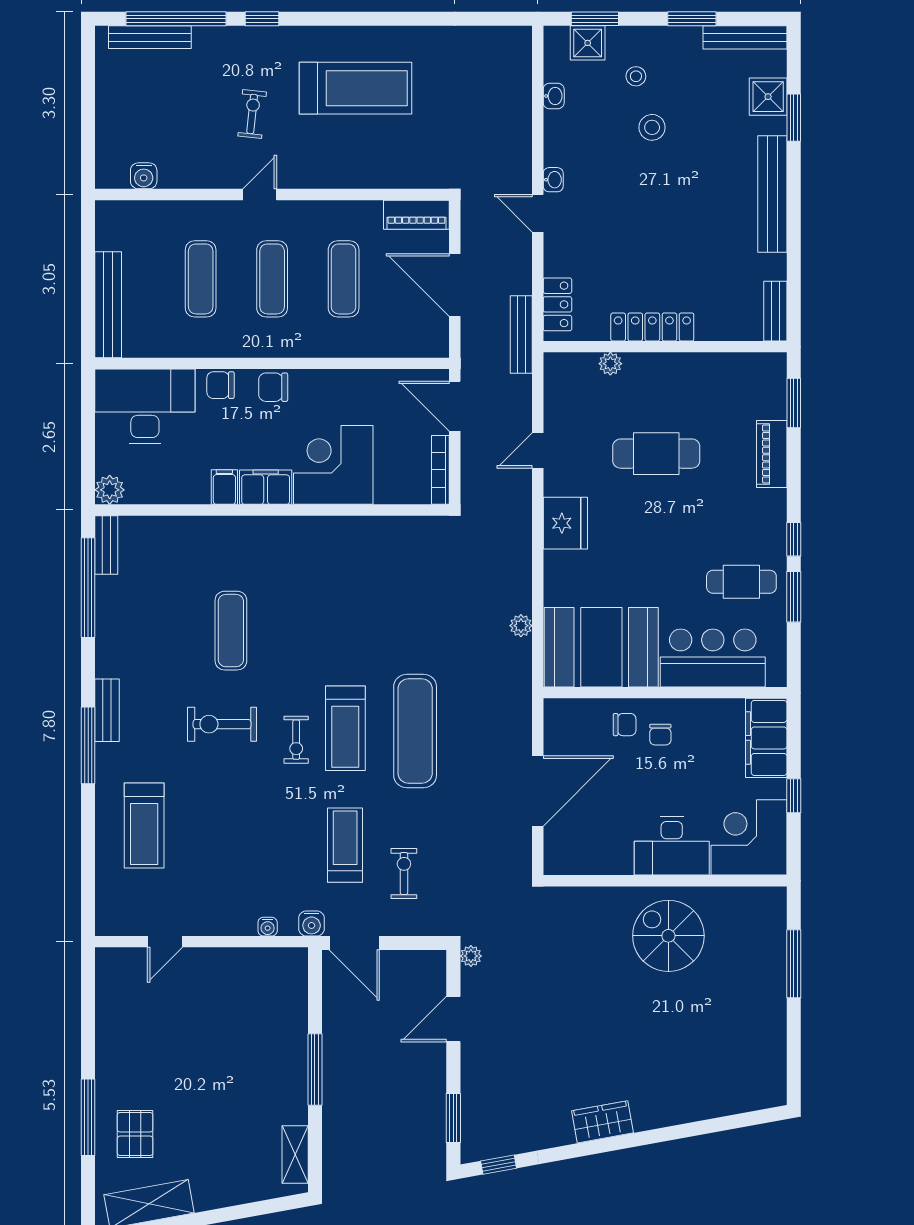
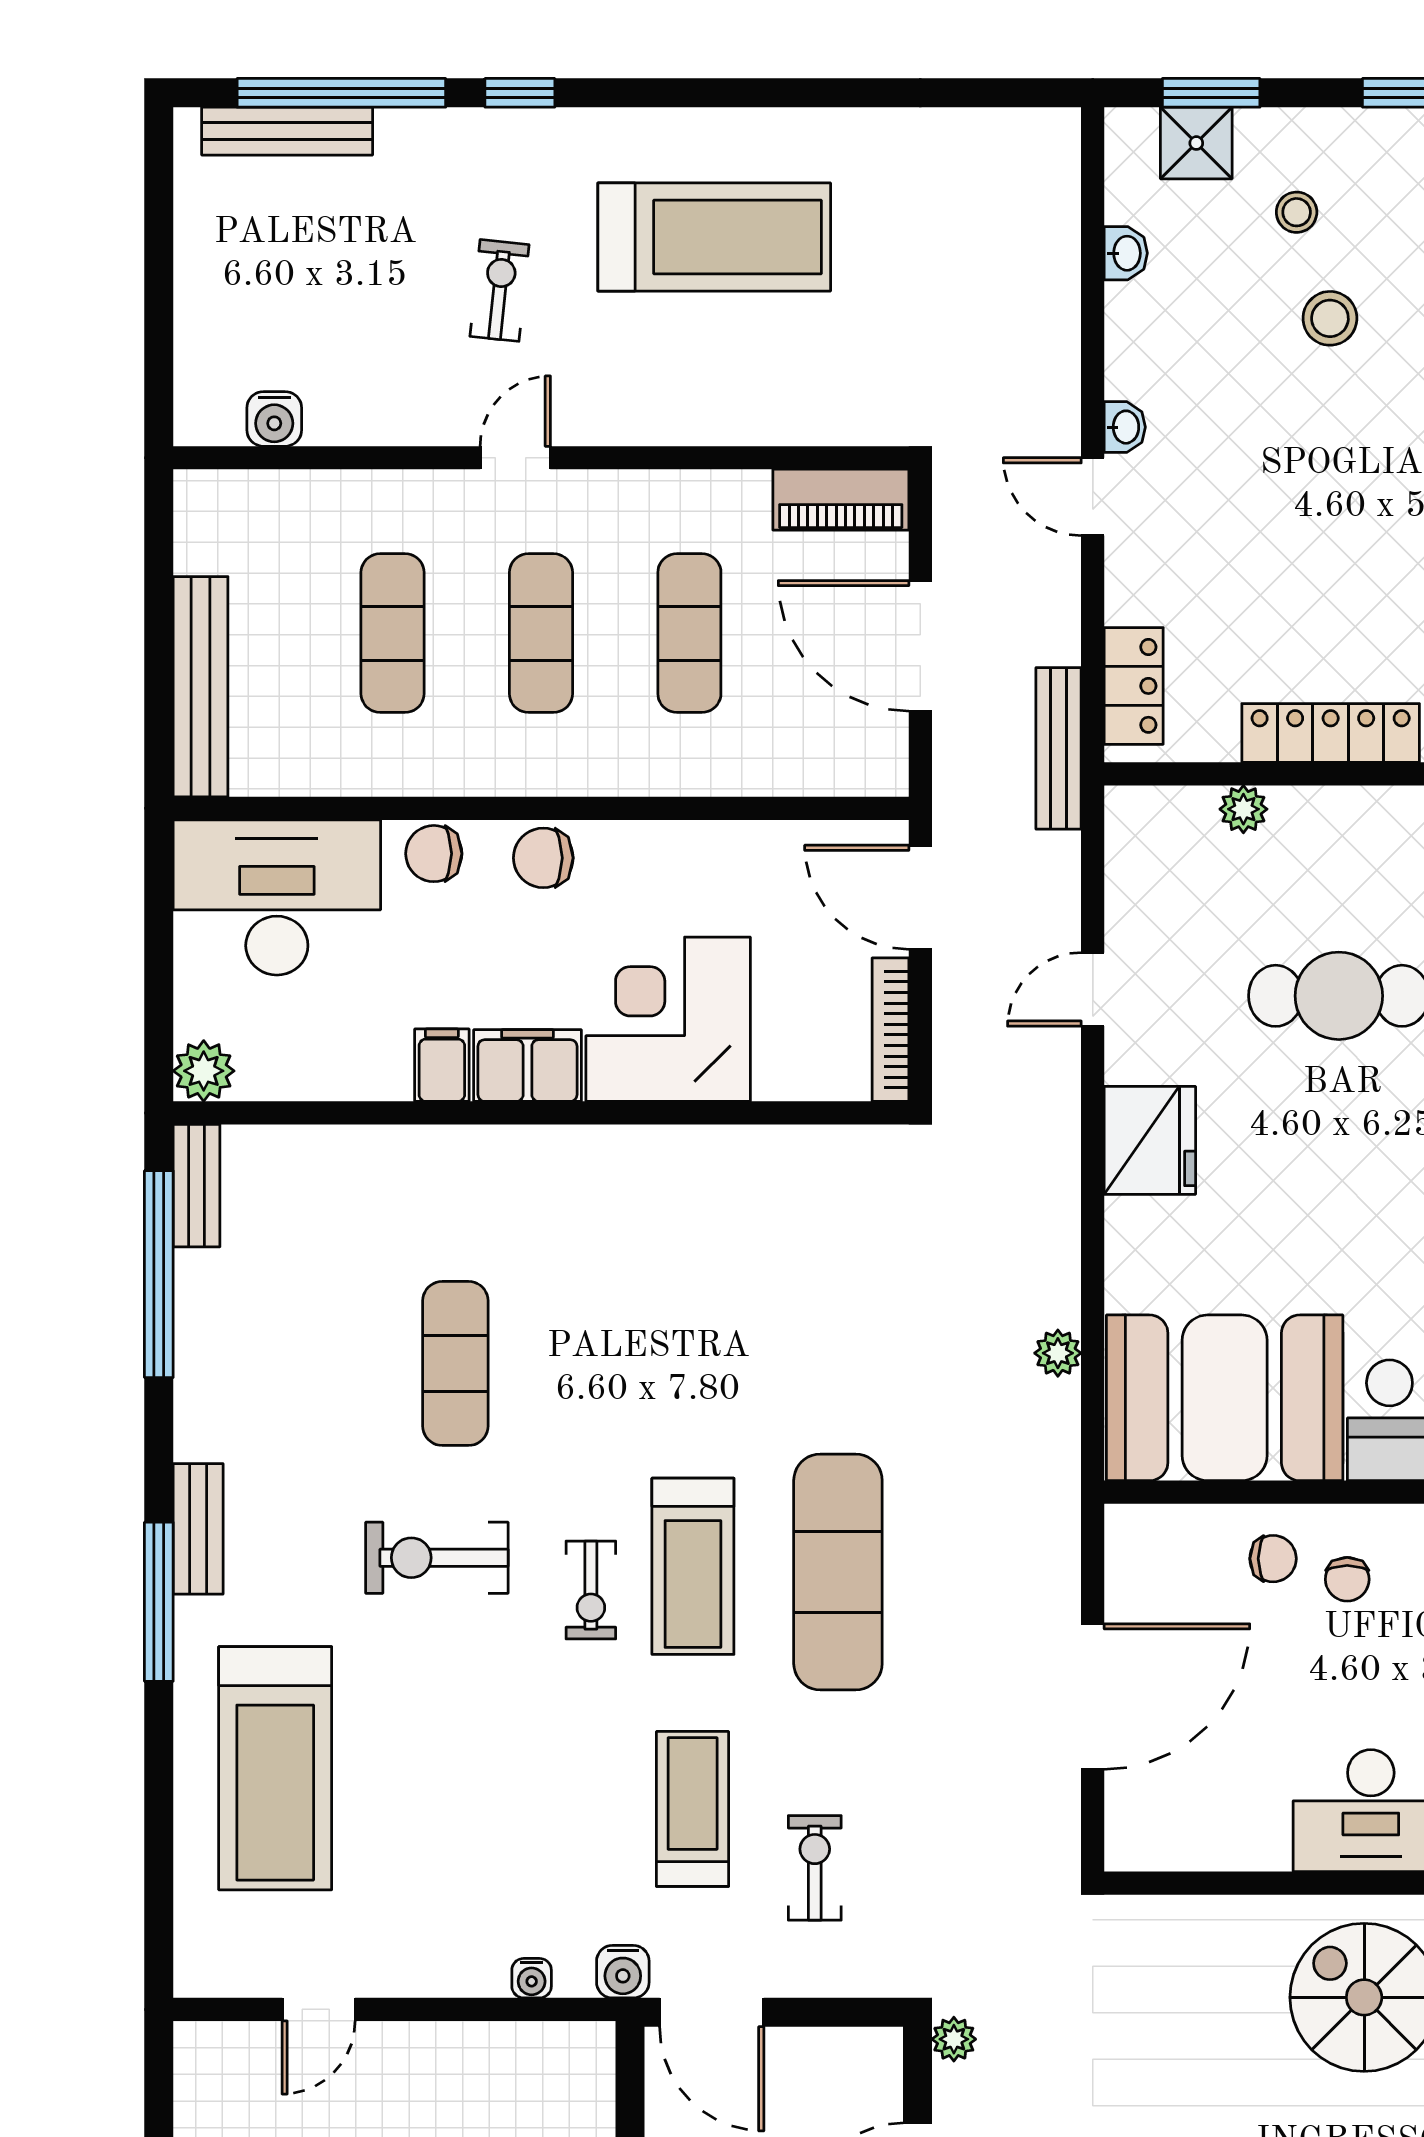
treadmill: (144, 826) -> (275, 1768), width x1.37, depth x1.38

